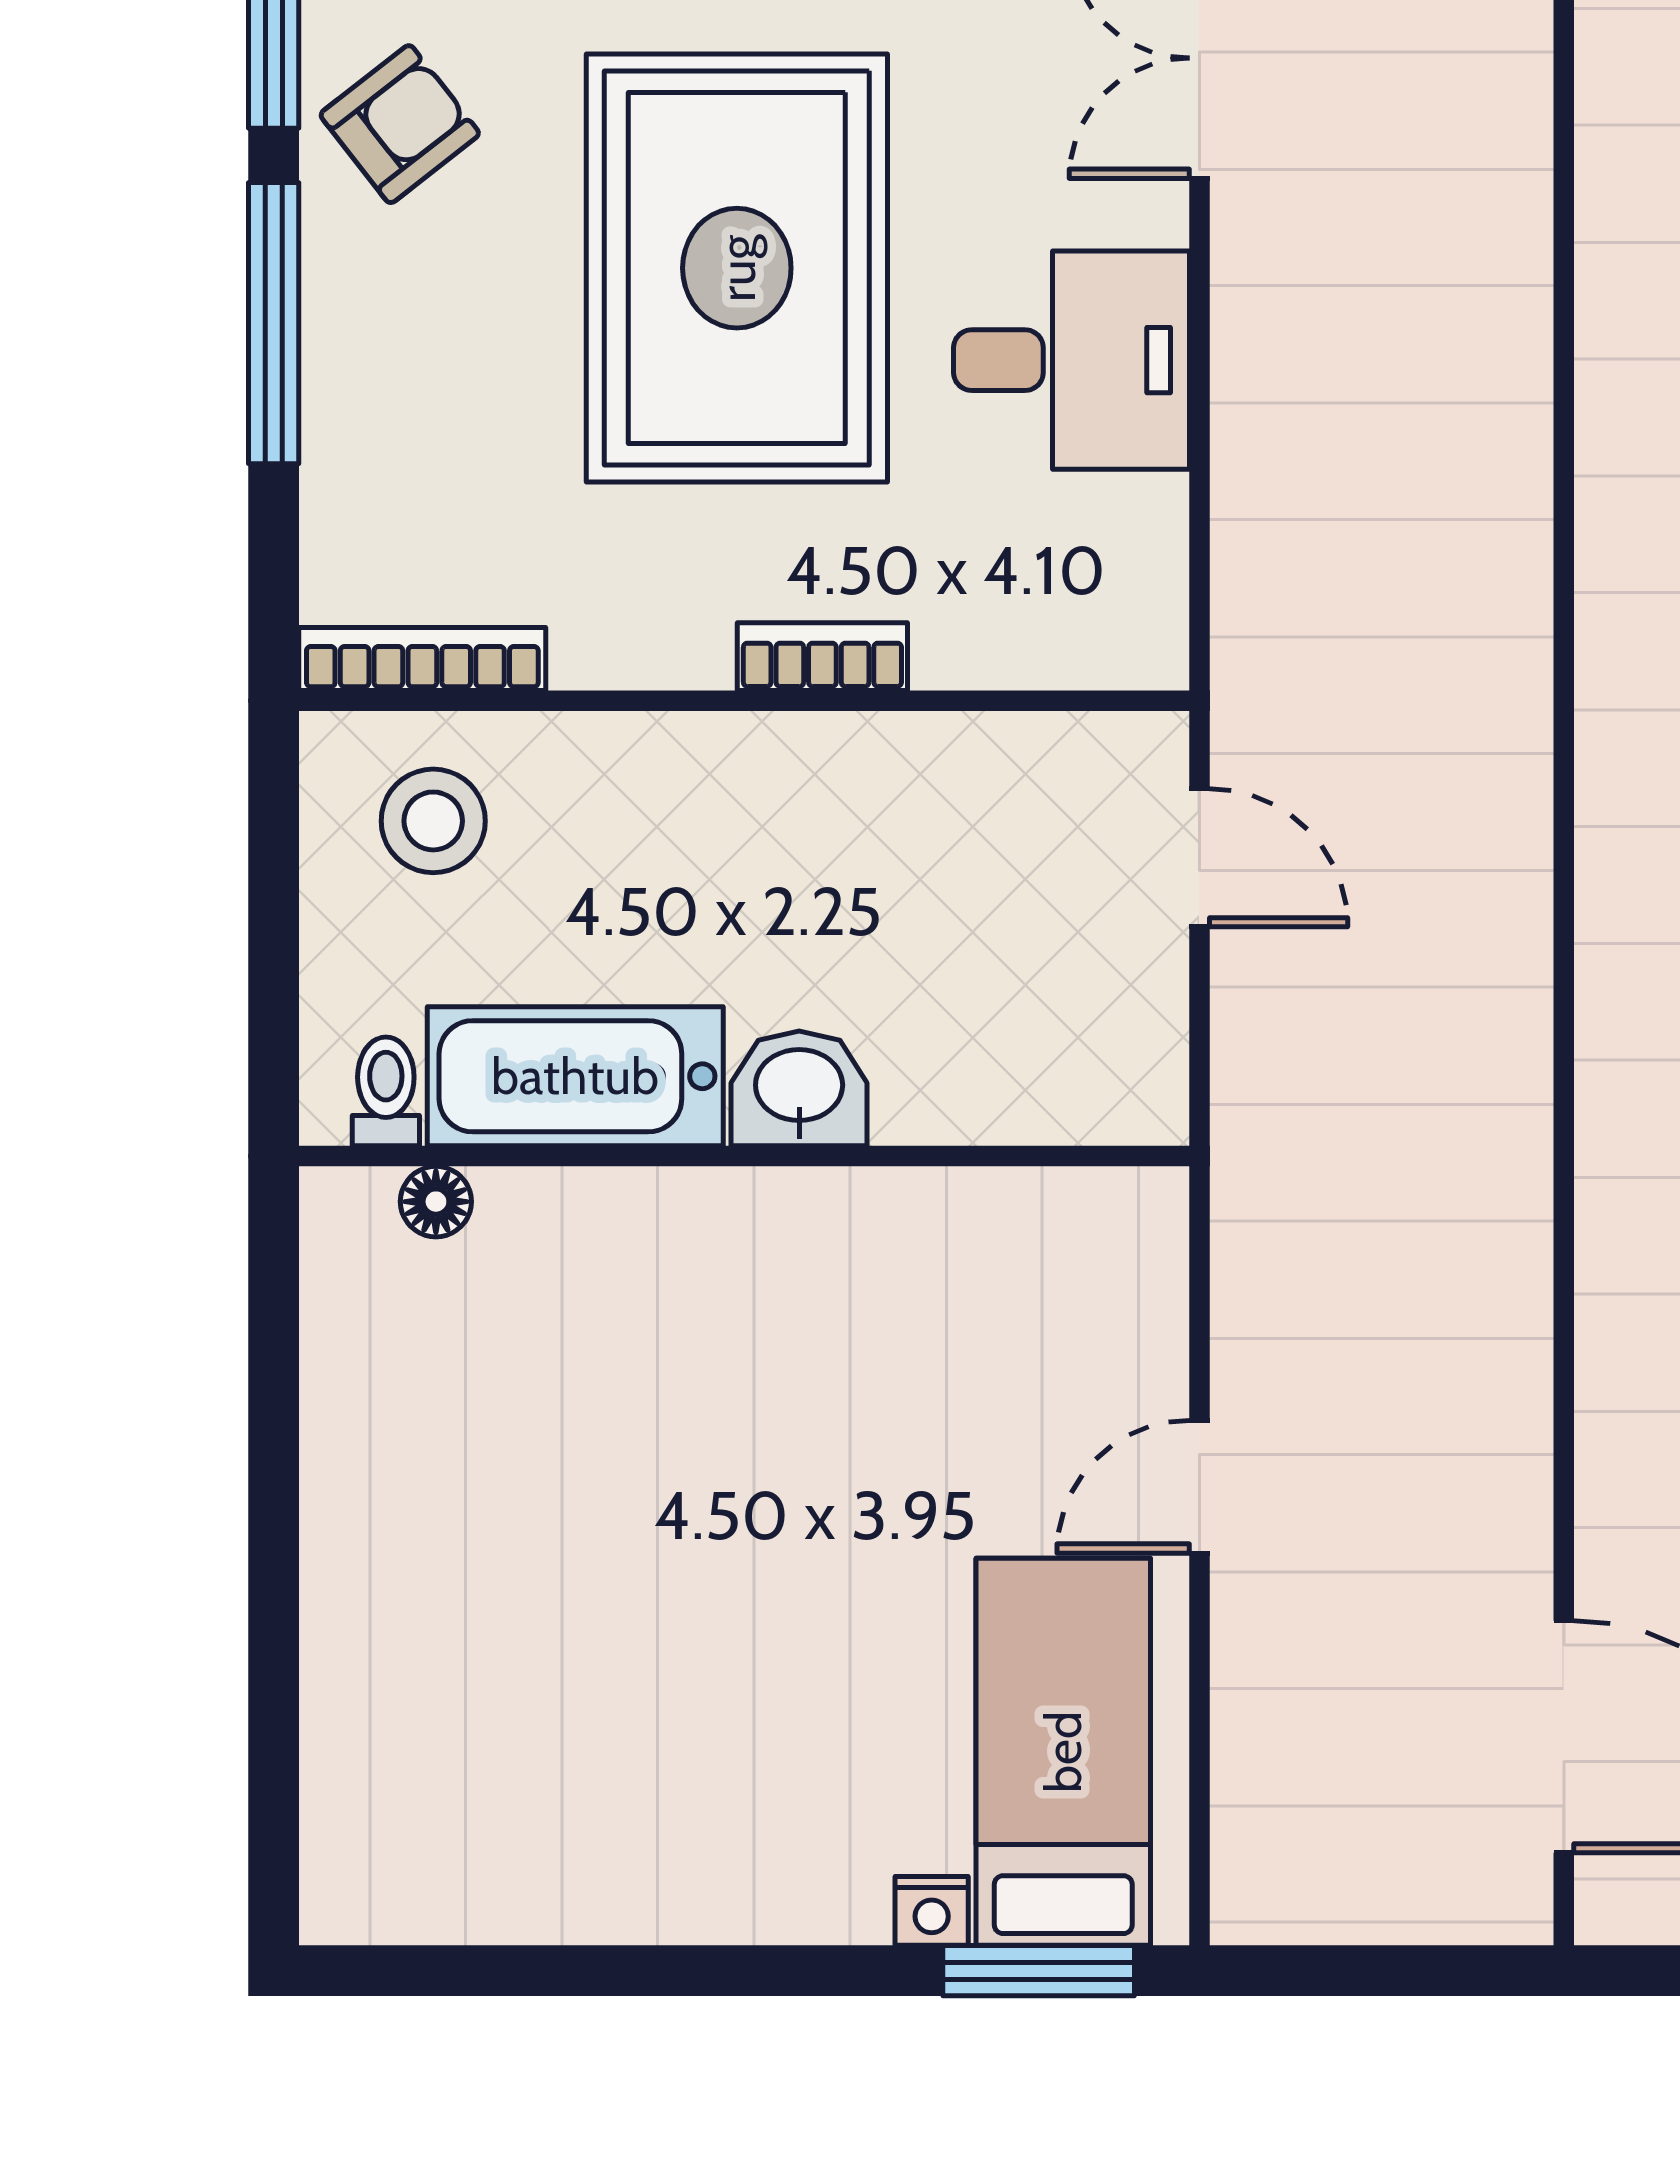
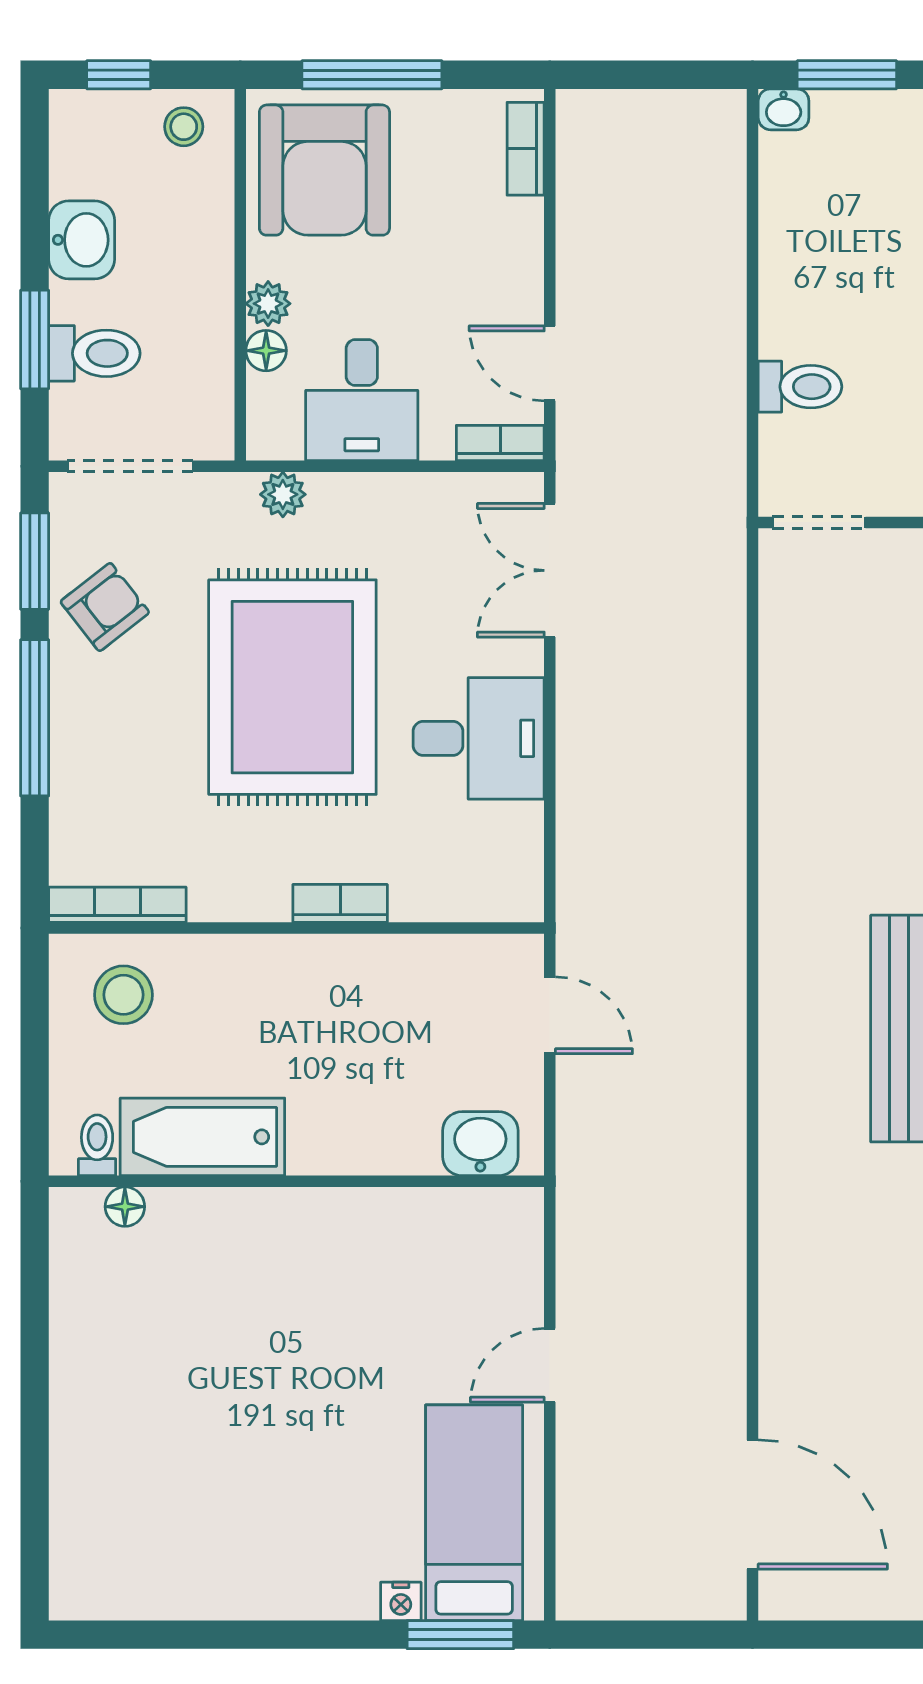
washbasin: (799, 1088) -> (480, 1144), moved

